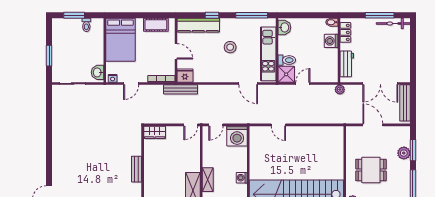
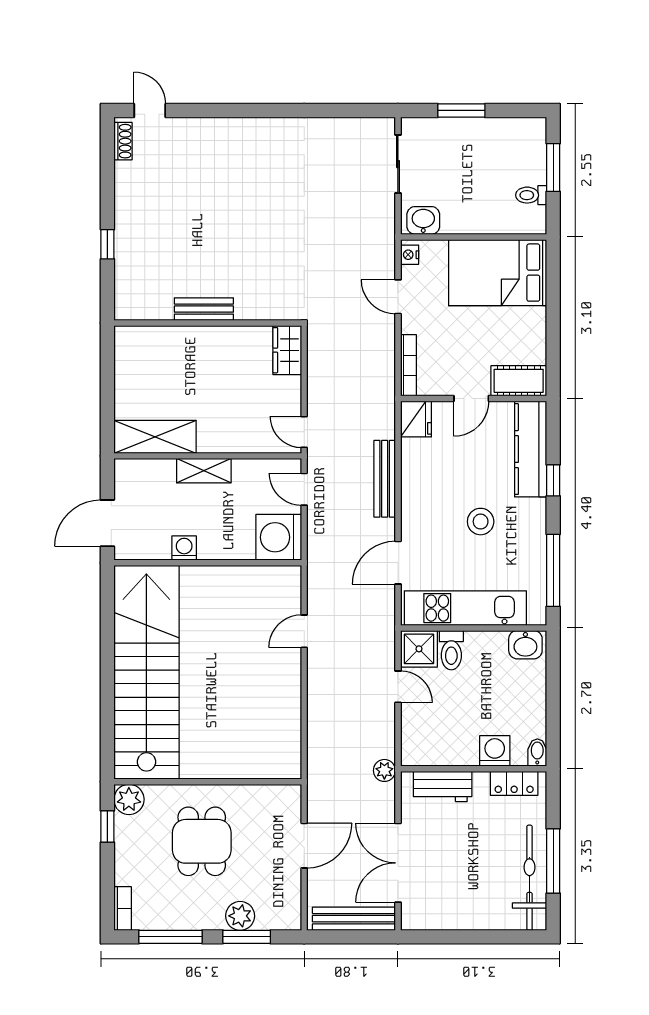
bicycle: (393, 23) -> (529, 878), width x1.37, depth x1.40
cot: (156, 25) -> (519, 381), moved, turned 90
bench: (181, 89) -> (385, 479), moved
shelving: (208, 180) -> (204, 471), moved

